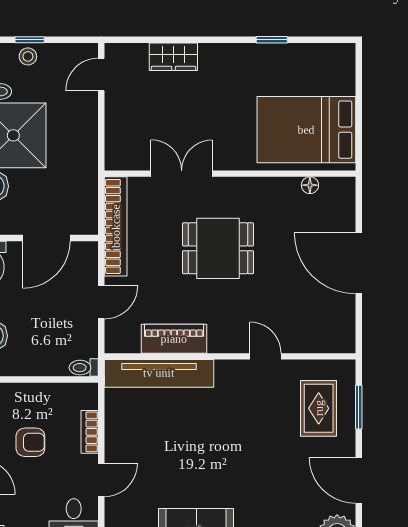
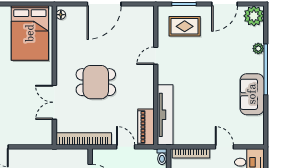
floor lamp: (310, 185) -> (61, 15), moved
dining table: (218, 248) -> (96, 82), turned 90
piano: (174, 339) -> (146, 127), moved
bookcase: (90, 432) -> (191, 153), width x1.56

